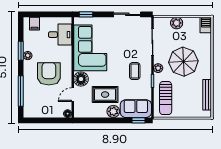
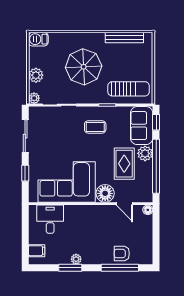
window: (86, 14) -> (25, 173), moved
plant: (158, 68) -> (34, 98), moved
armchair: (49, 74) -> (122, 253), moved, width x0.53, depth x0.53
window: (103, 120) -> (156, 166), added

